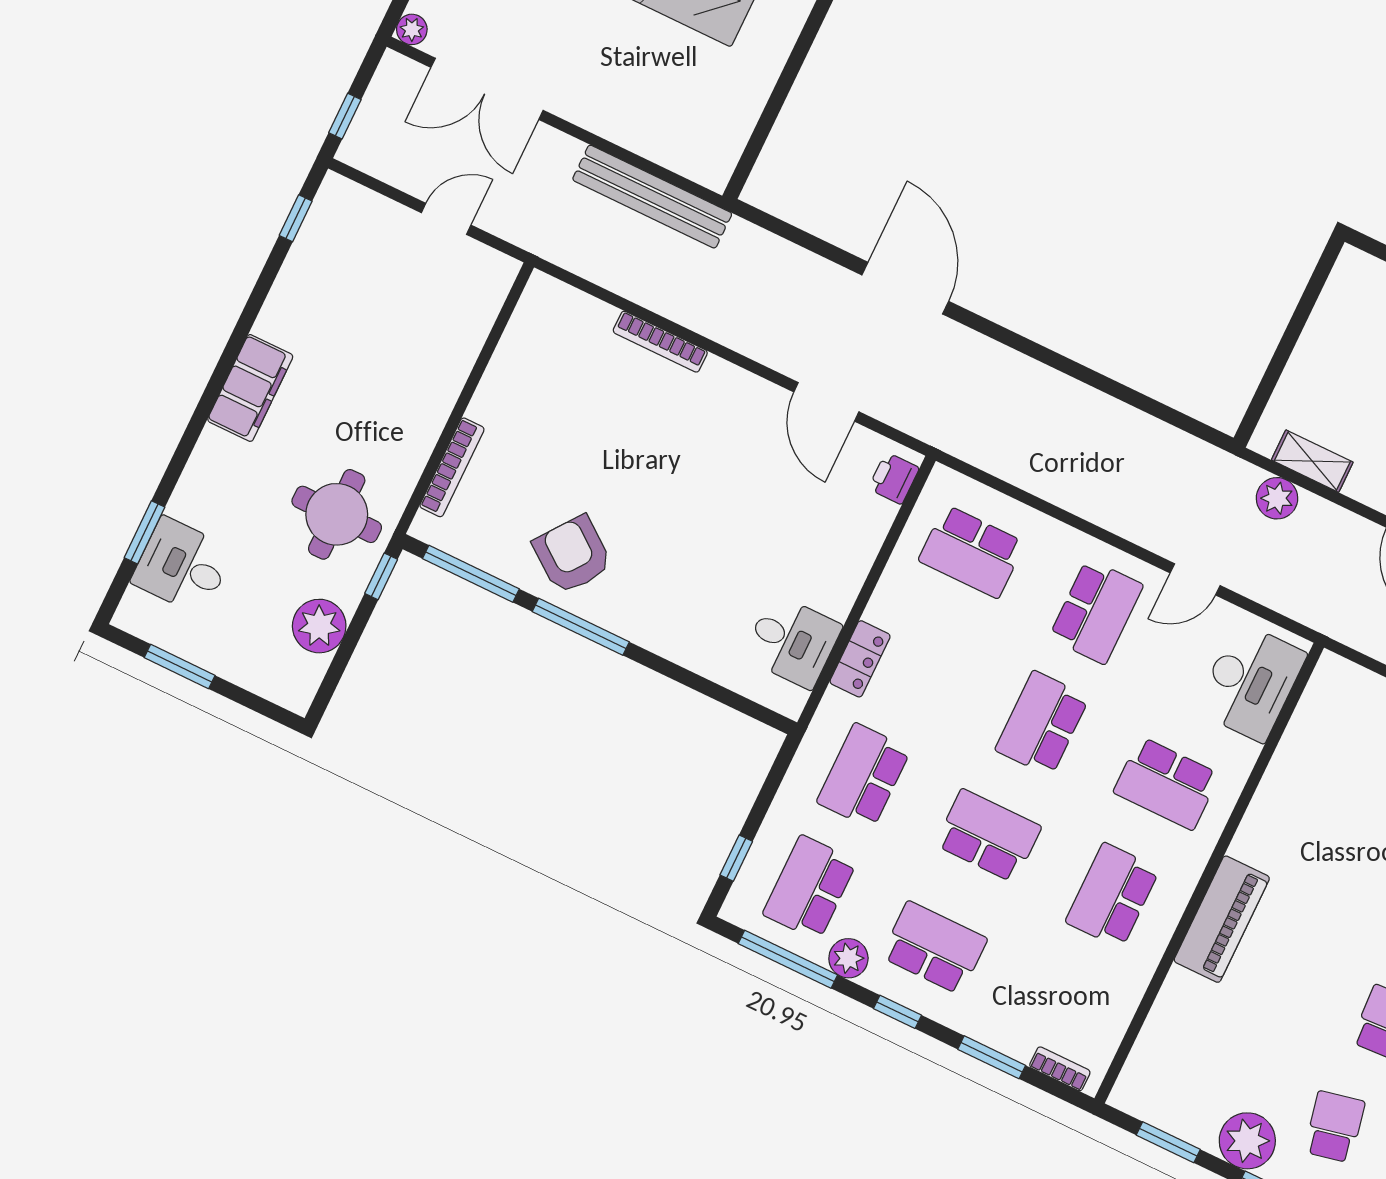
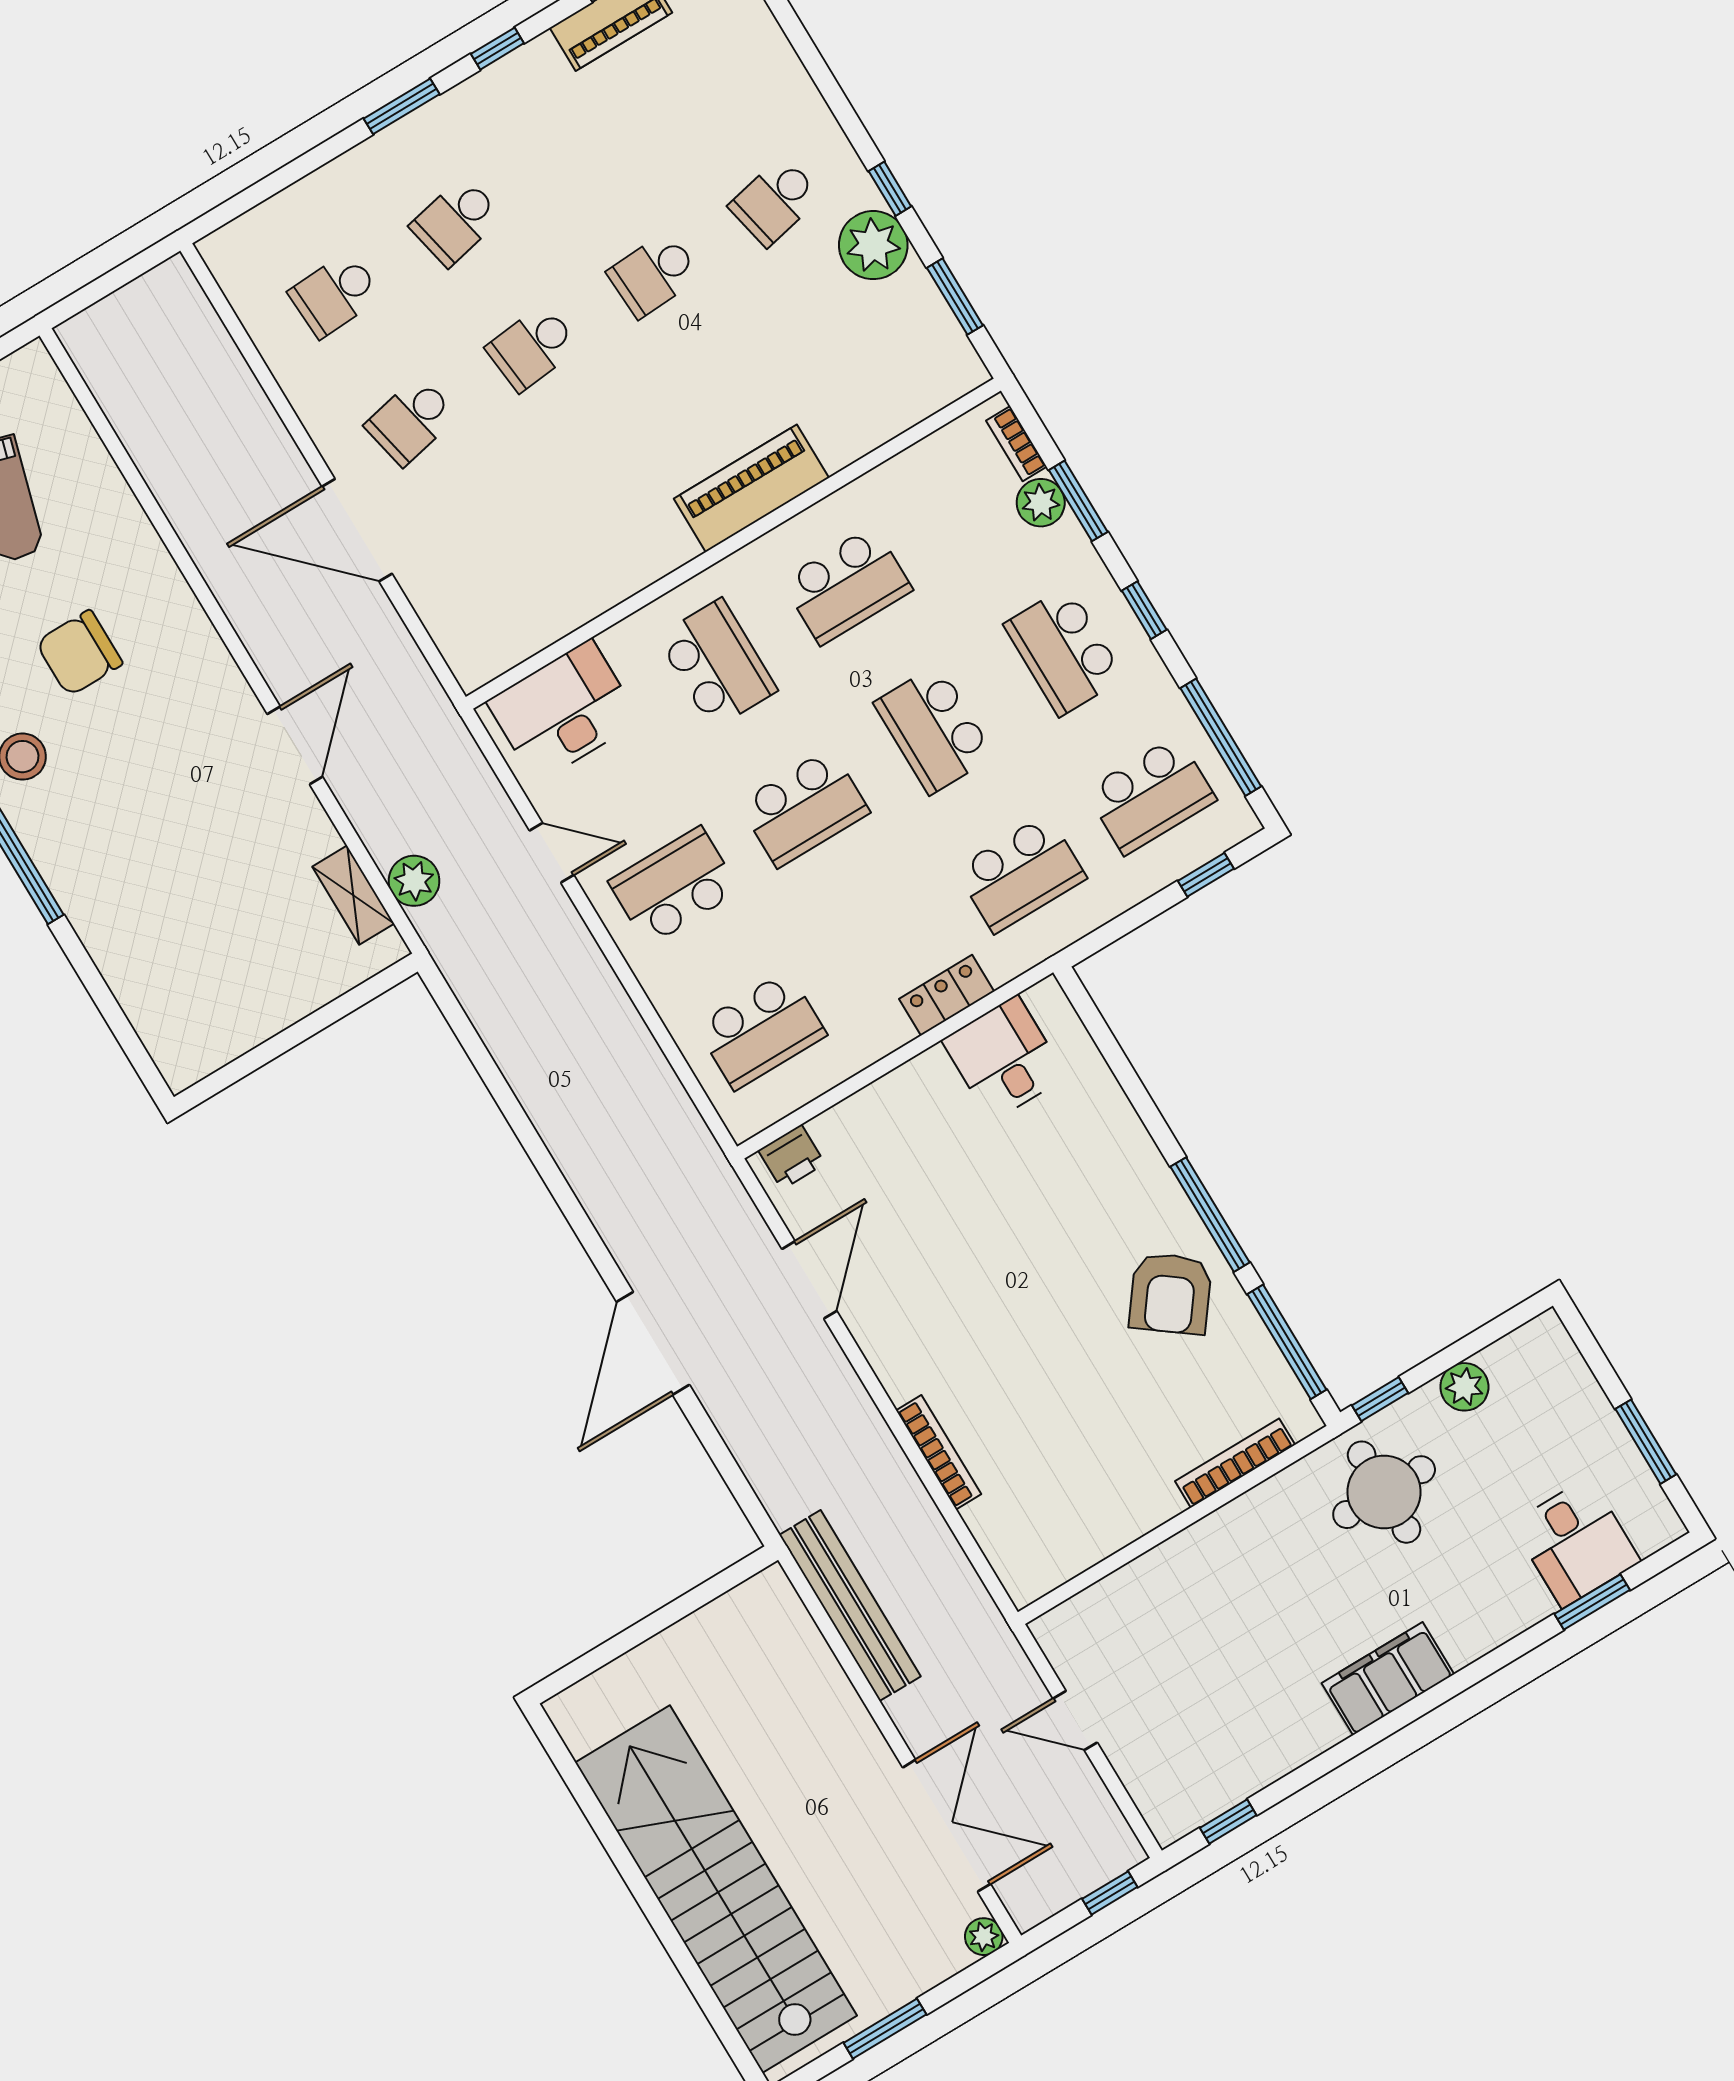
school desk: (972, 552) -> (761, 1030), turned 90
plant: (319, 626) -> (1464, 1387), width x0.73, depth x0.73
plant: (848, 958) -> (1041, 503), moved

